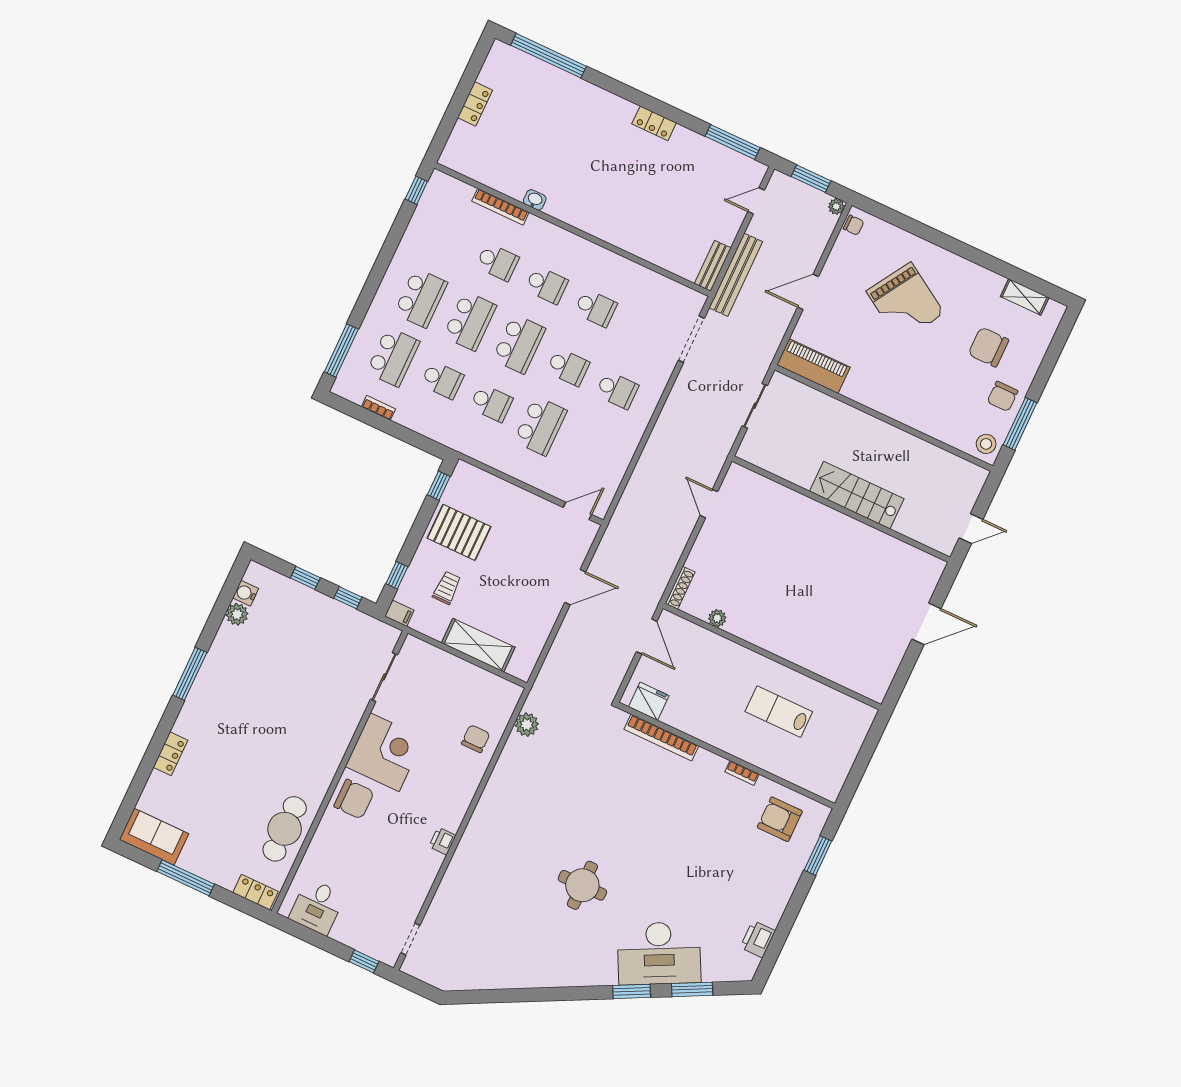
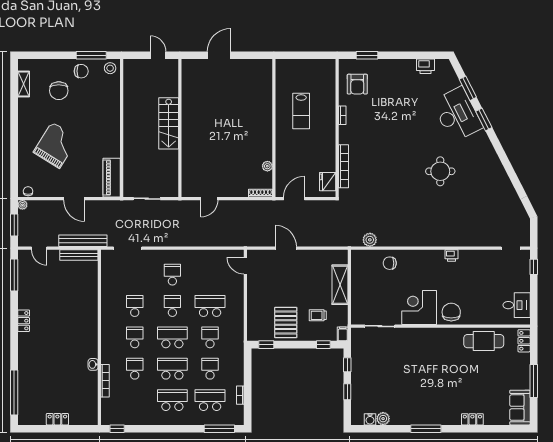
bench: (713, 266) -> (79, 255), width x1.36
door: (926, 624) -> (219, 55), hinge flipped

